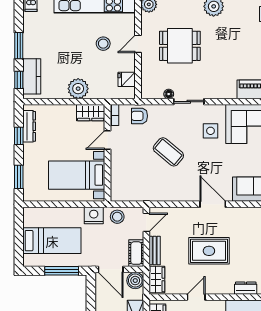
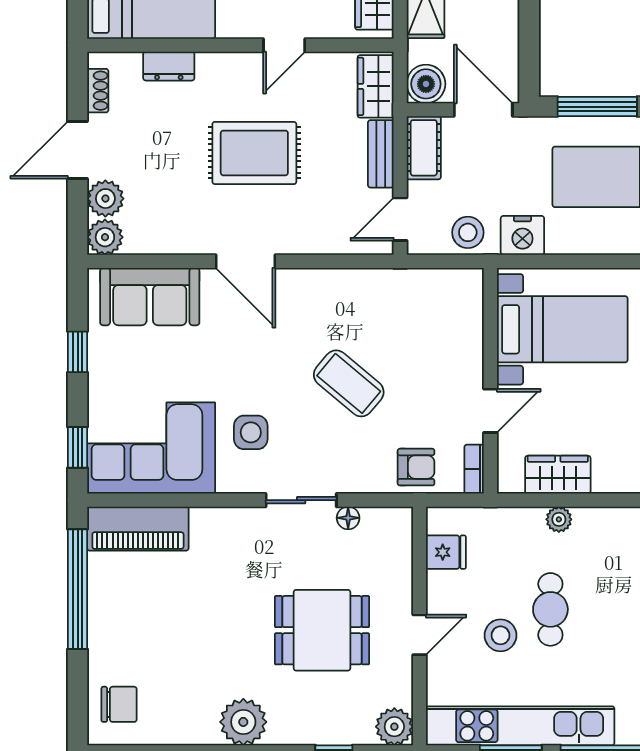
cafe table: (82, 55) -> (550, 609), added
plant: (78, 89) -> (559, 519), width x0.53, depth x0.53
wardrobe: (91, 113) -> (558, 475), moved

